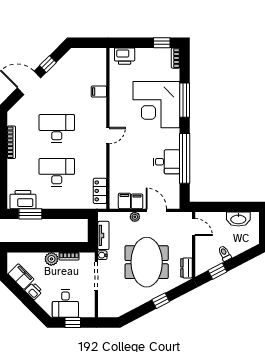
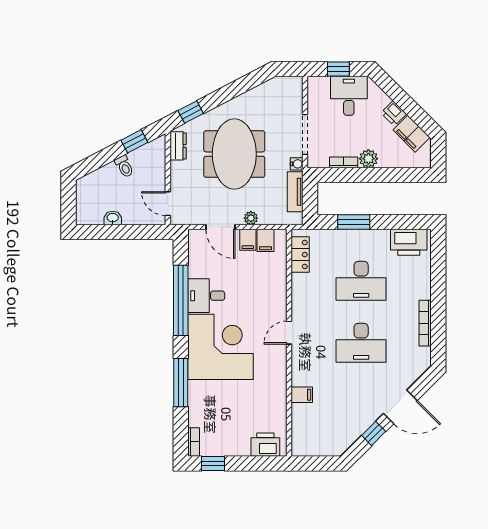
corner desk: (156, 105) -> (220, 347), moved
window: (30, 214) -> (354, 222), moved
washbasin: (238, 219) -> (113, 218), width x0.52, depth x0.69
window: (161, 301) -> (191, 112), moved

